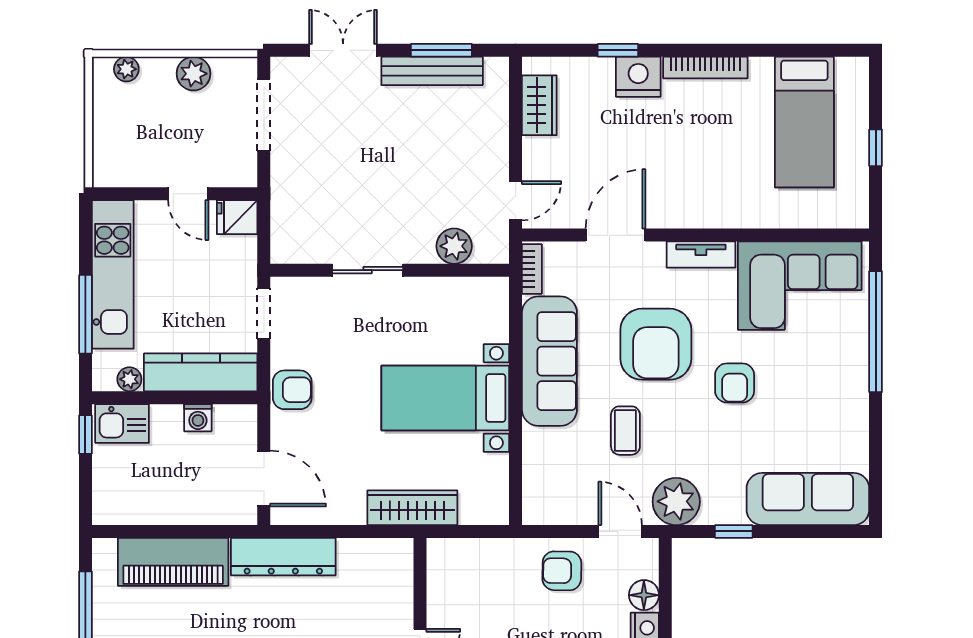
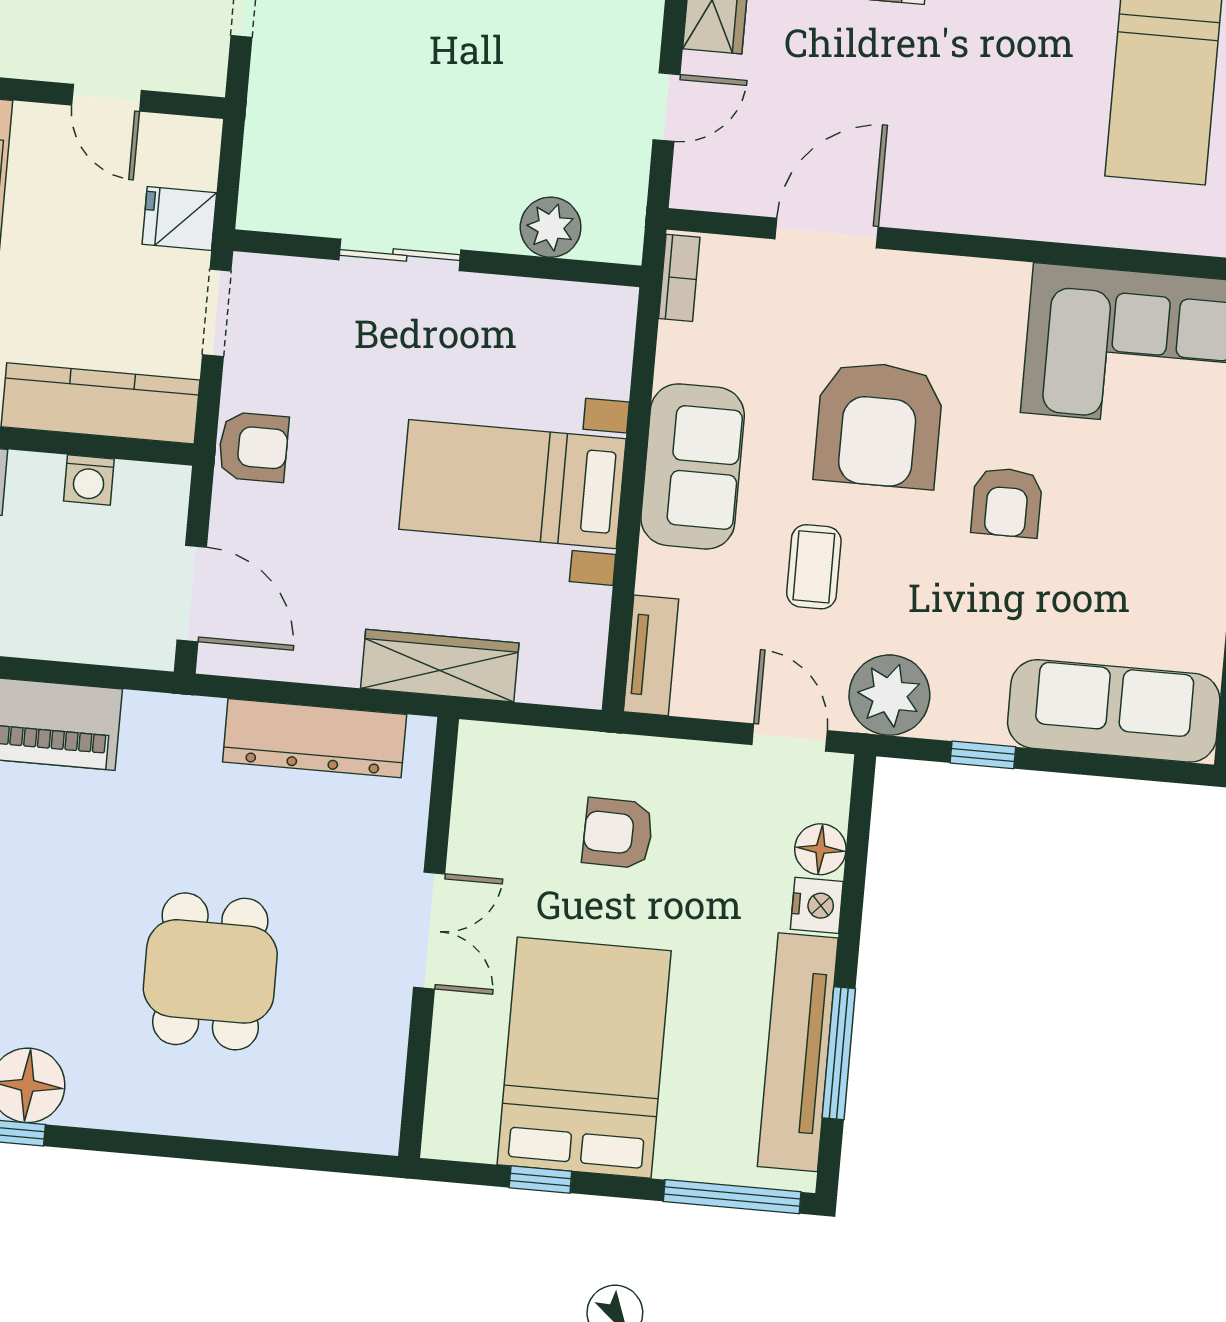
door: (516, 201) -> (667, 107), moved
fridge: (237, 217) -> (179, 218), moved
tv unit: (701, 255) -> (651, 655), moved, turned -90
sofa: (549, 361) -> (693, 466), width x0.73
dresser: (283, 557) -> (315, 738), moved
armchair: (562, 571) -> (618, 833), moved

